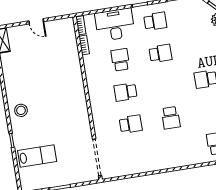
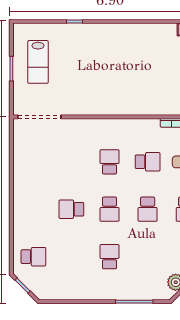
stool: (21, 110) -> (108, 38), removed
school desk: (131, 124) -> (110, 209), moved
lab bench: (37, 156) -> (38, 62), moved

